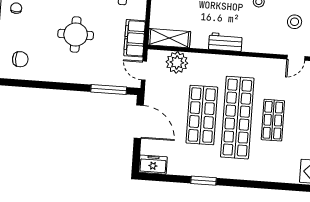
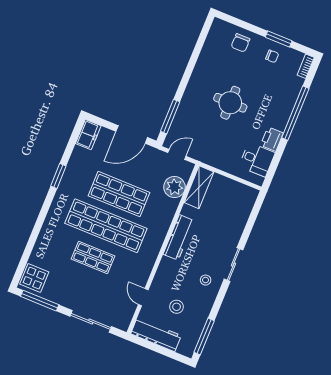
filing cabinet: (135, 38) -> (209, 155), removed
workbench: (225, 42) -> (179, 237), width x1.38
chair: (20, 59) -> (240, 43), moved

